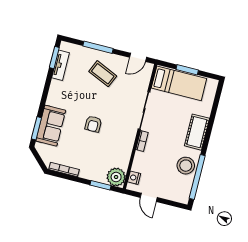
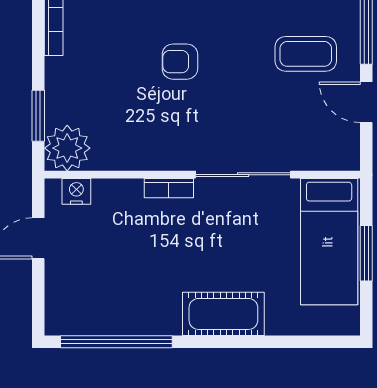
door: (138, 57) -> (366, 102), moved
coffee table: (103, 74) -> (306, 54), turned 66
stool: (186, 166) -> (137, 308), removed

